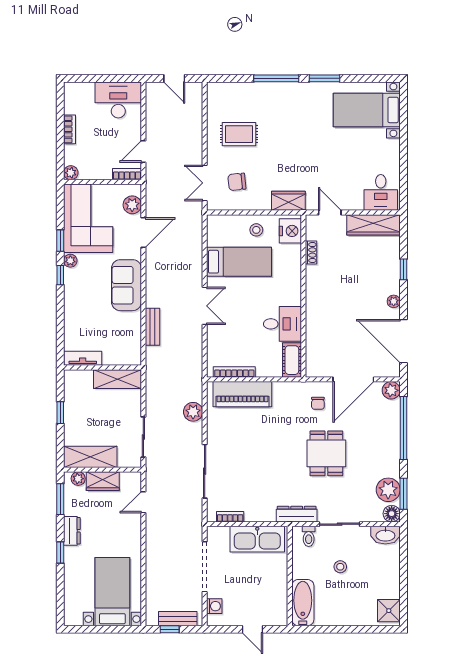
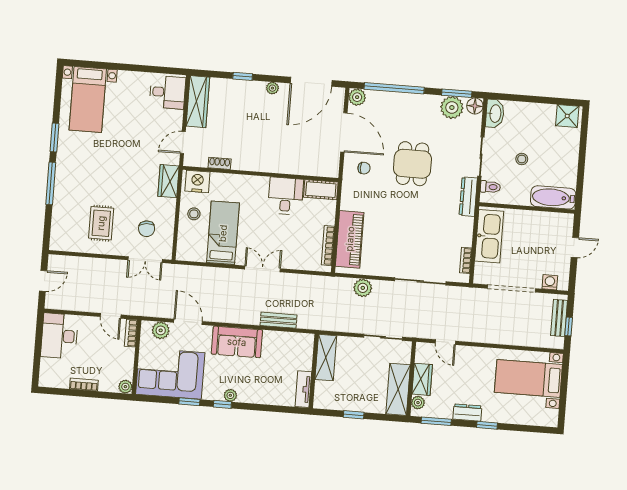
plant: (70, 261) -> (230, 395), moved
dining table: (326, 453) -> (412, 164), turned 90

